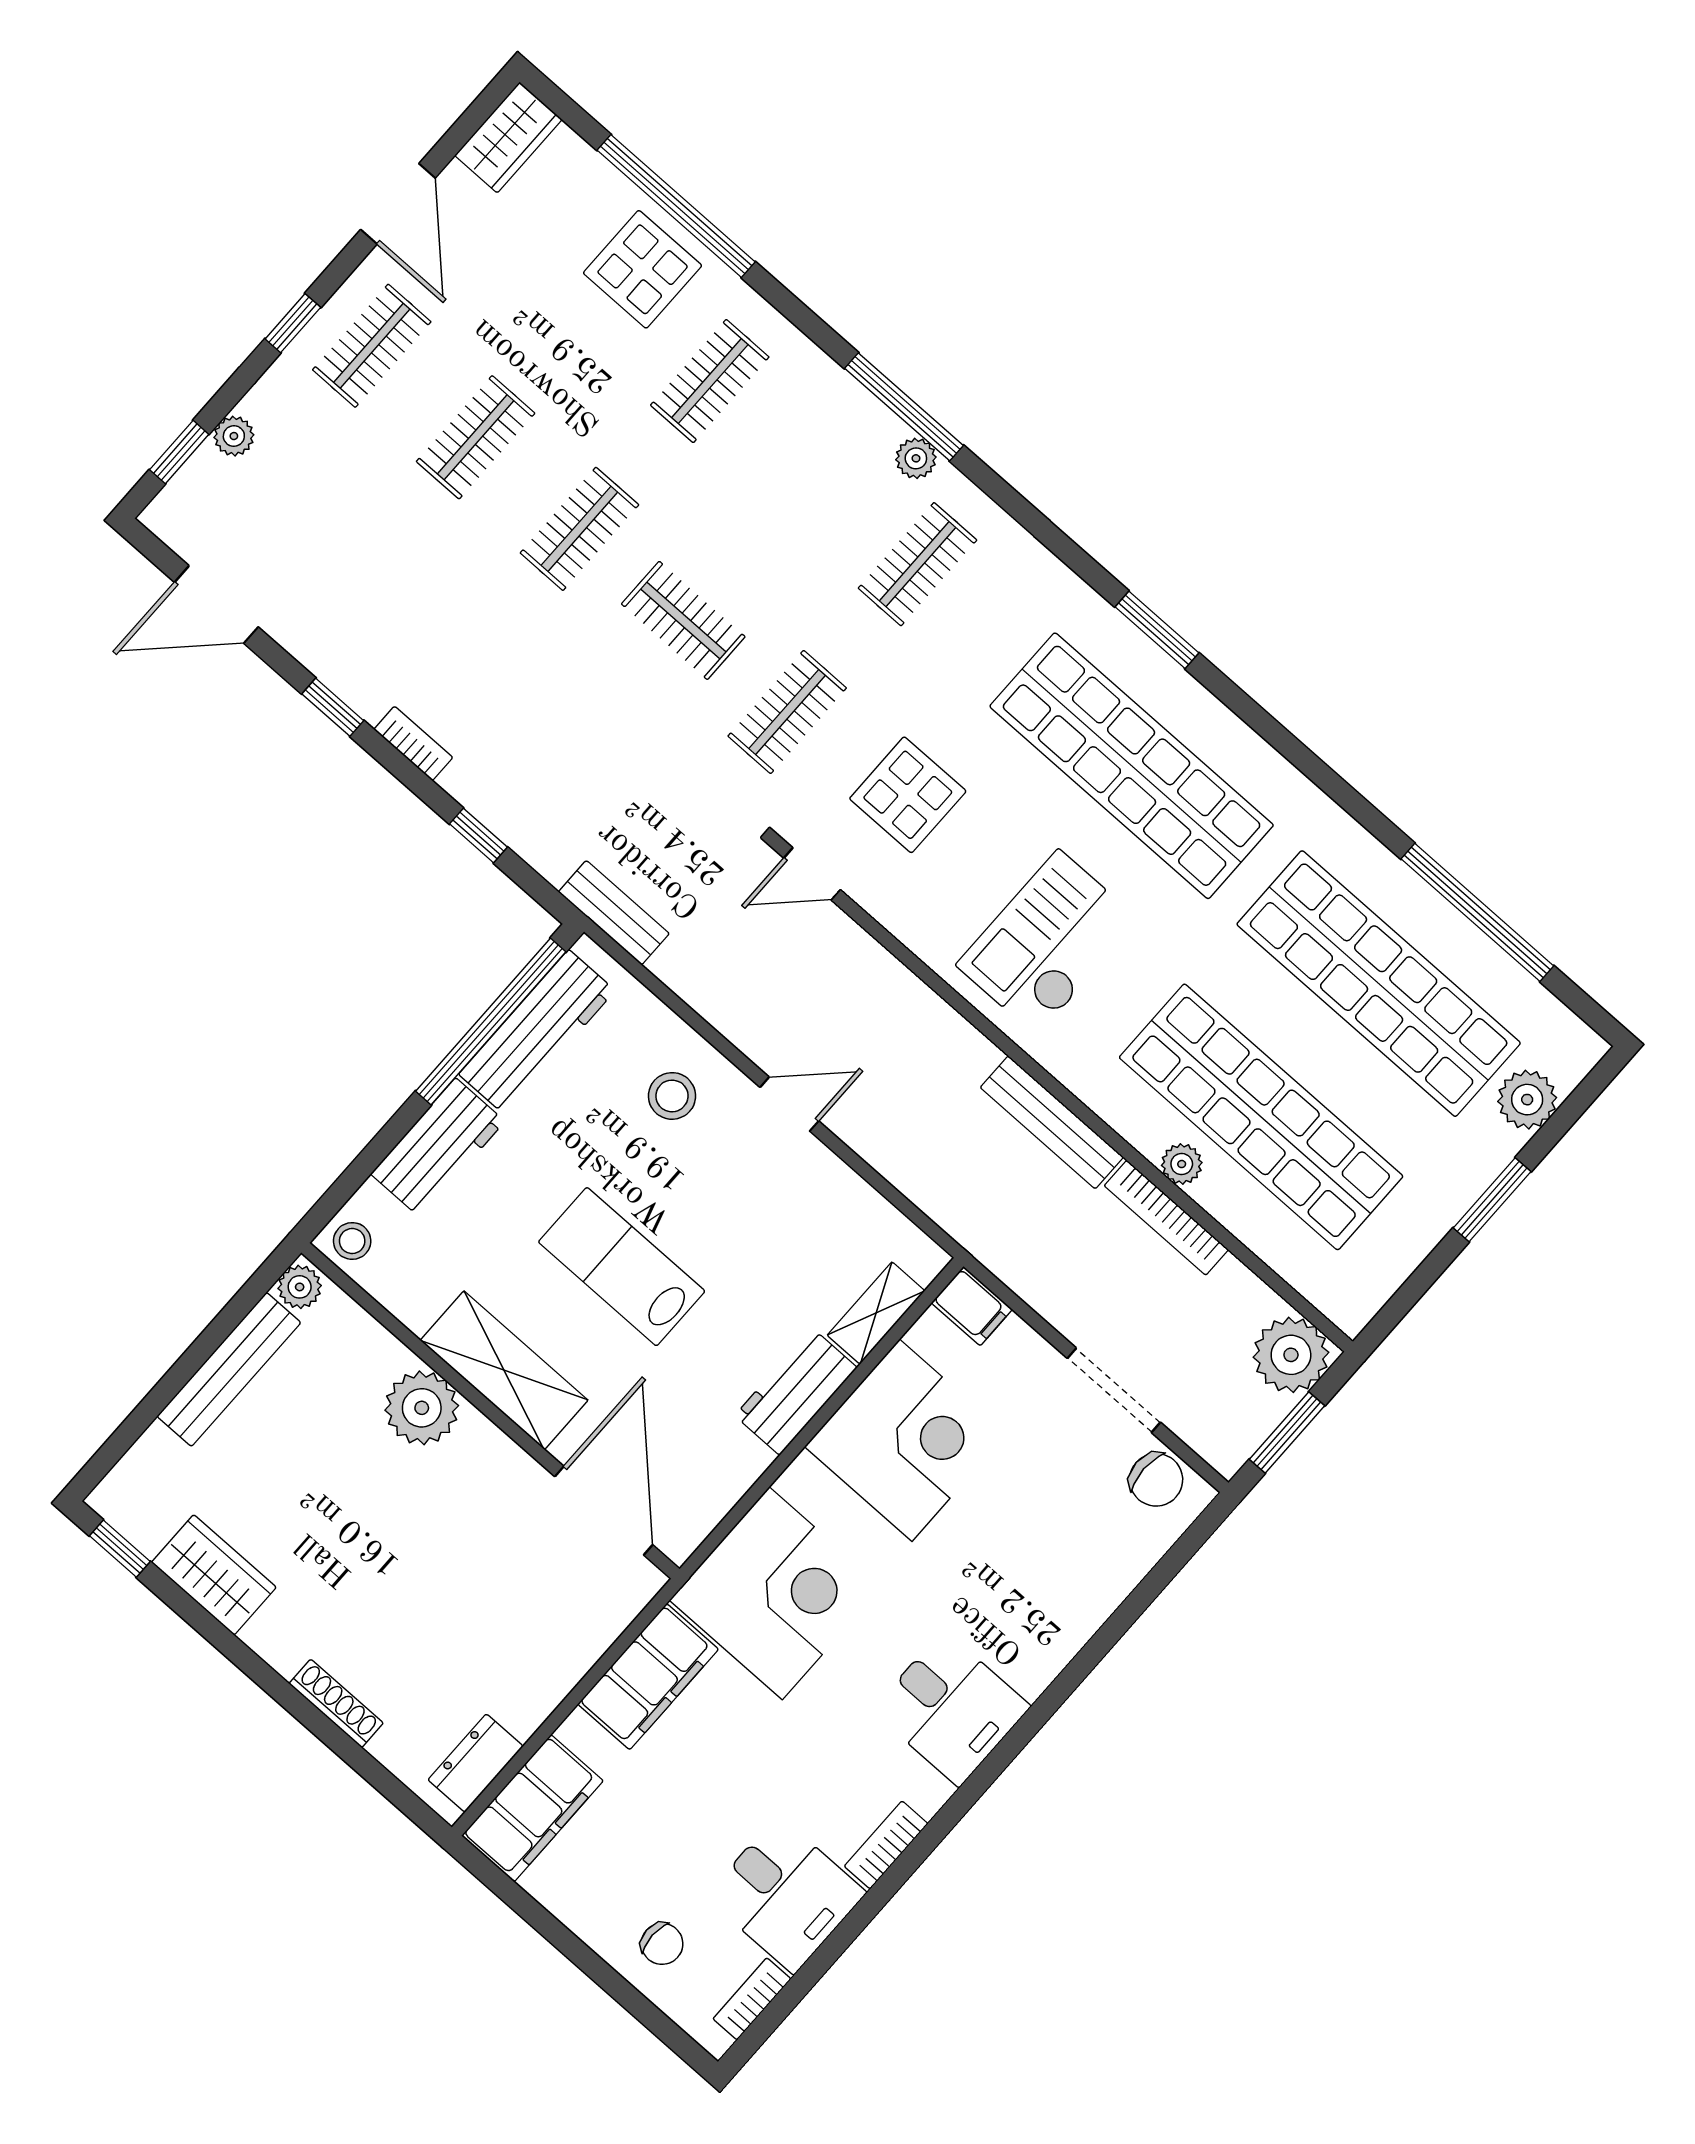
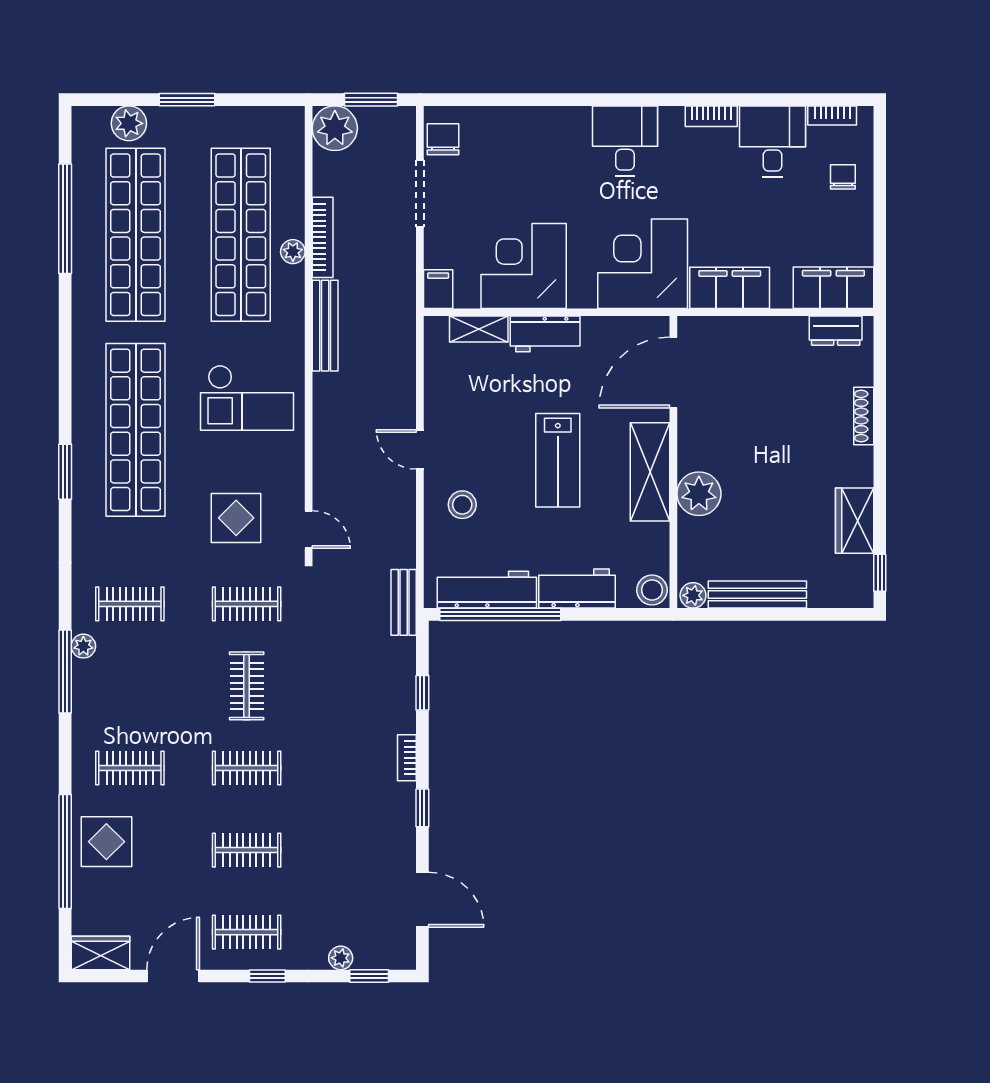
stool: (352, 1241) -> (652, 590), width x1.37, depth x1.37

